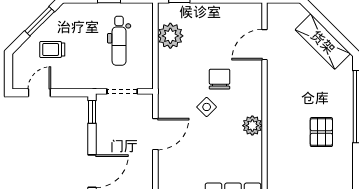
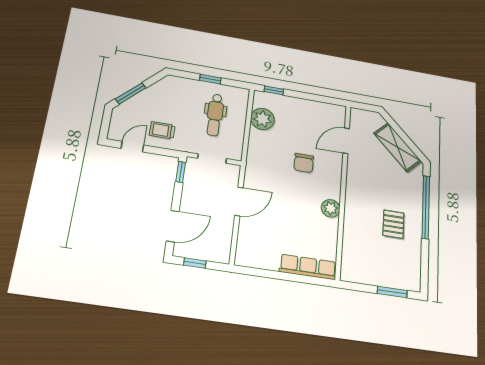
window: (40, 21) -> (131, 93), moved
trolley: (52, 50) -> (162, 130), moved
chair: (220, 79) -> (304, 163), turned 180
side table: (207, 107) -> (290, 185), removed

